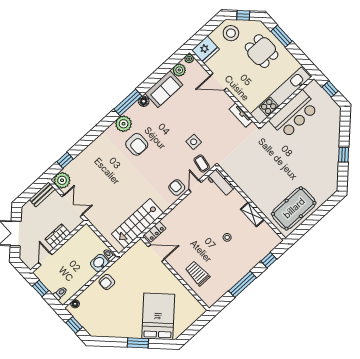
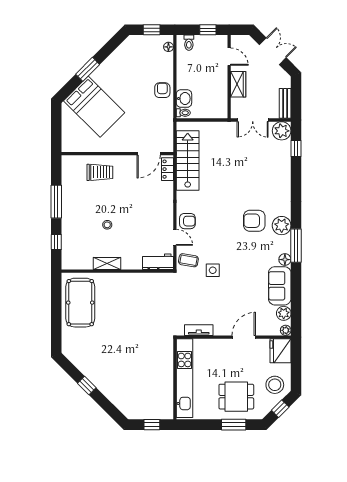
bar counter: (294, 114) -> (159, 375), removed

